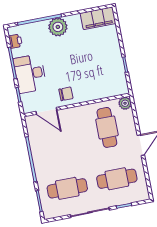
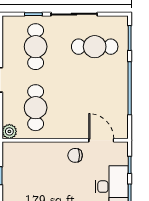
cafe table: (117, 179) -> (36, 47), turned 90

